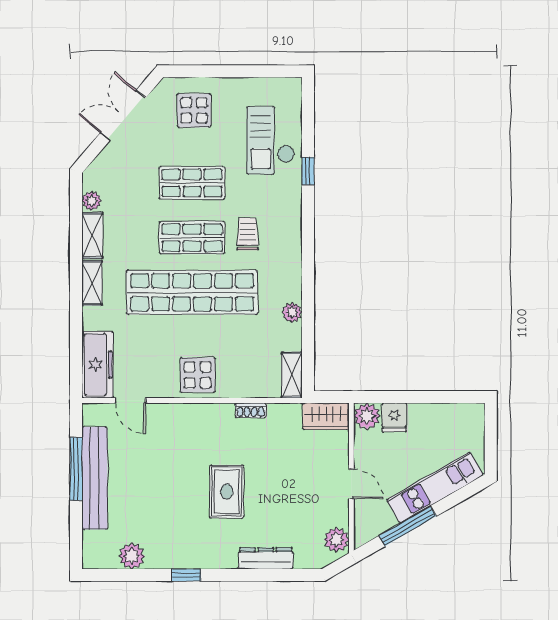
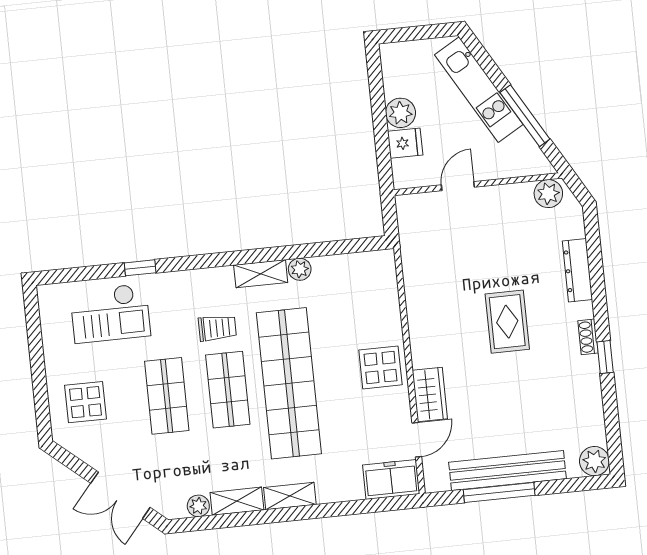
double door: (123, 115) -> (120, 495), moved
trolley: (248, 234) -> (217, 328), turned 180
freezer: (97, 365) -> (391, 479), width x0.71
shelving: (292, 375) -> (261, 274), moved
shoe rack: (251, 410) -> (588, 337), moved, turned 180
wardrobe: (326, 416) -> (430, 394), moved
plant: (367, 416) -> (401, 113), moved
door: (351, 484) -> (458, 186), moved
rug: (227, 492) -> (507, 322), turned 90
plant: (132, 556) -> (594, 461), moved

